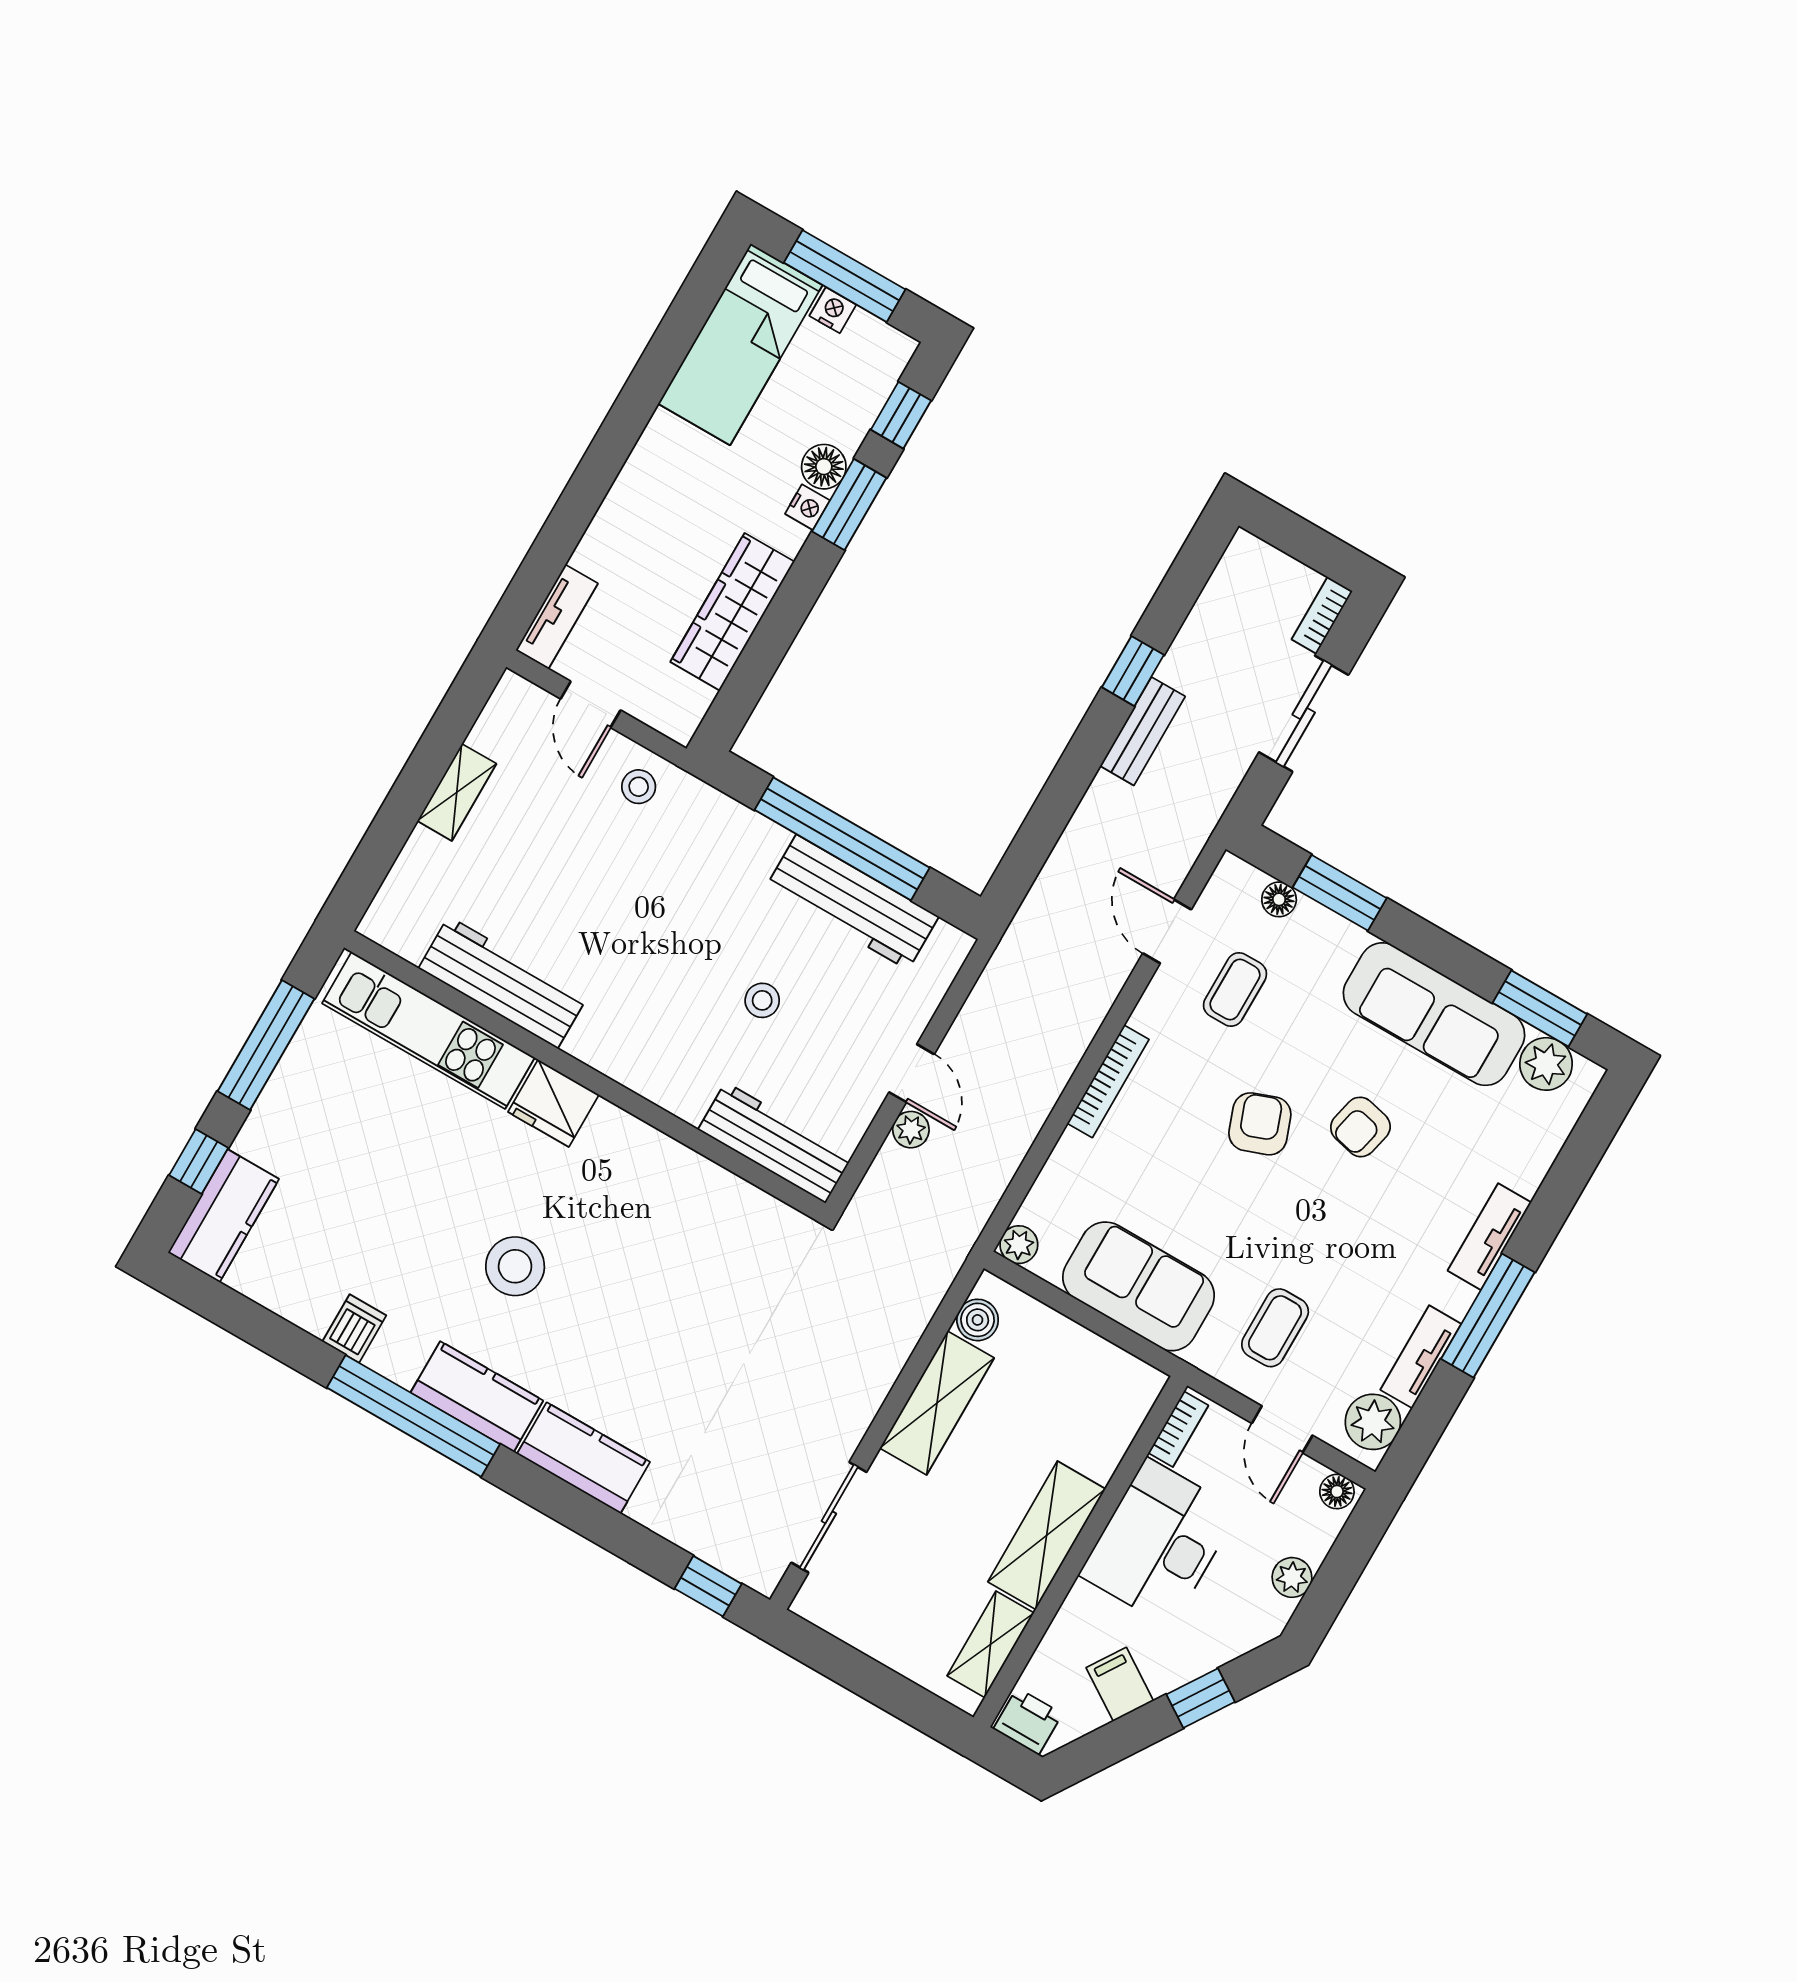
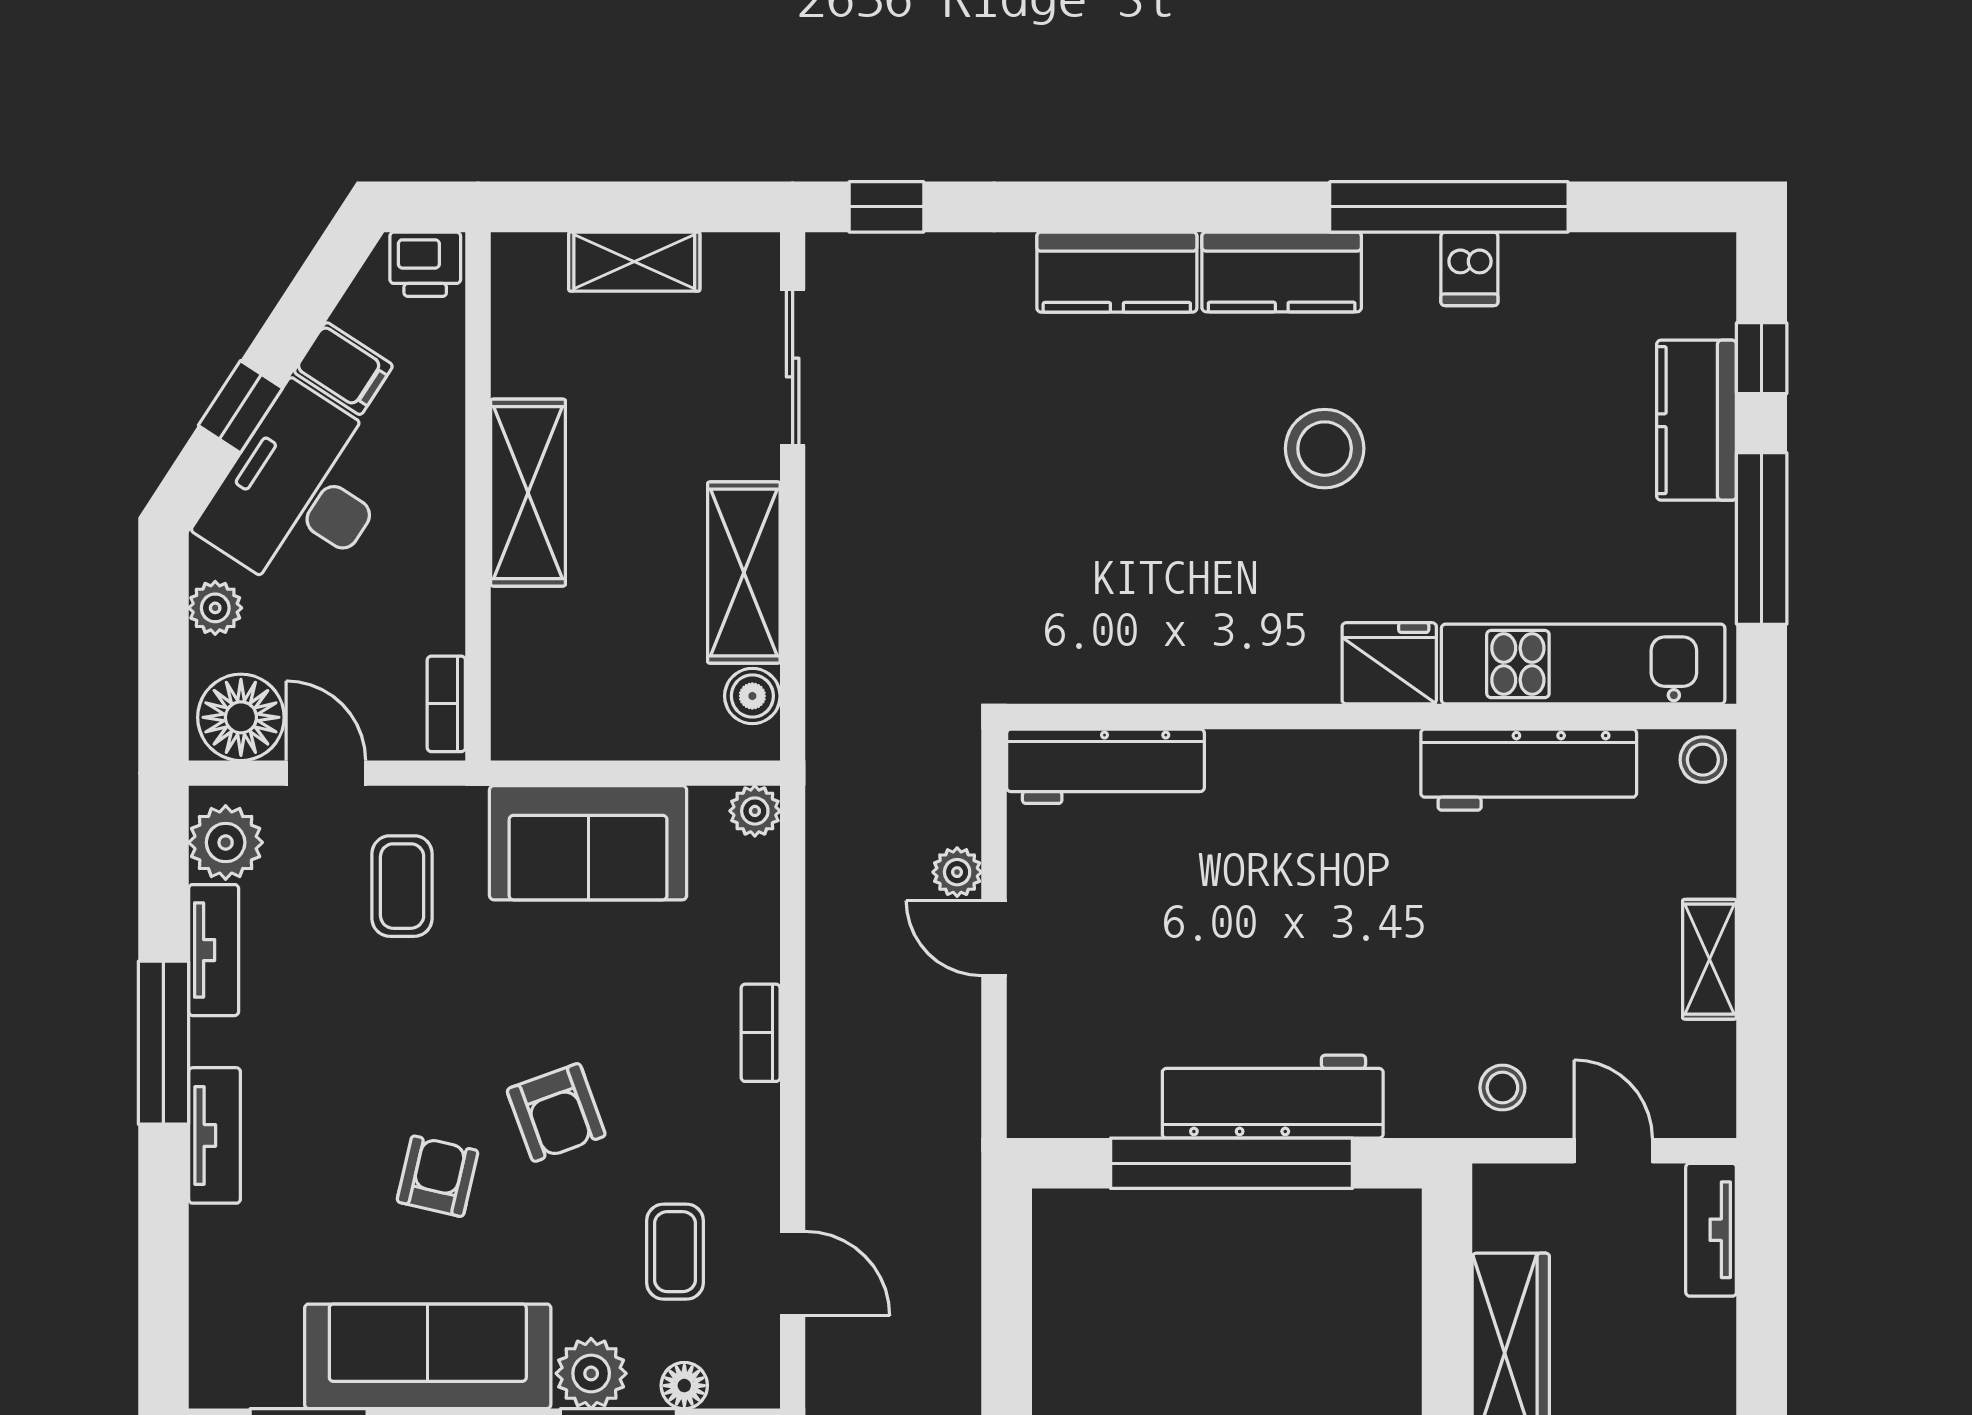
workbench: (852, 902) -> (1273, 1097), moved
stool: (762, 1000) -> (1703, 760), moved
plant: (1546, 1064) -> (591, 1373), moved
bookcase: (1108, 1081) -> (761, 1033), width x0.64
kitchen counter: (224, 1216) -> (1697, 420), moved
window: (413, 1416) -> (1449, 207), moved
floor lamp: (1337, 1492) -> (241, 717), width x1.89, depth x1.89
desk: (1159, 1543) -> (301, 493), moved, turned -147
shelving: (990, 1644) -> (634, 262), moved, turned 90

